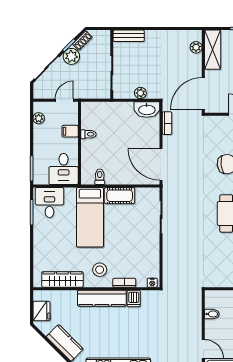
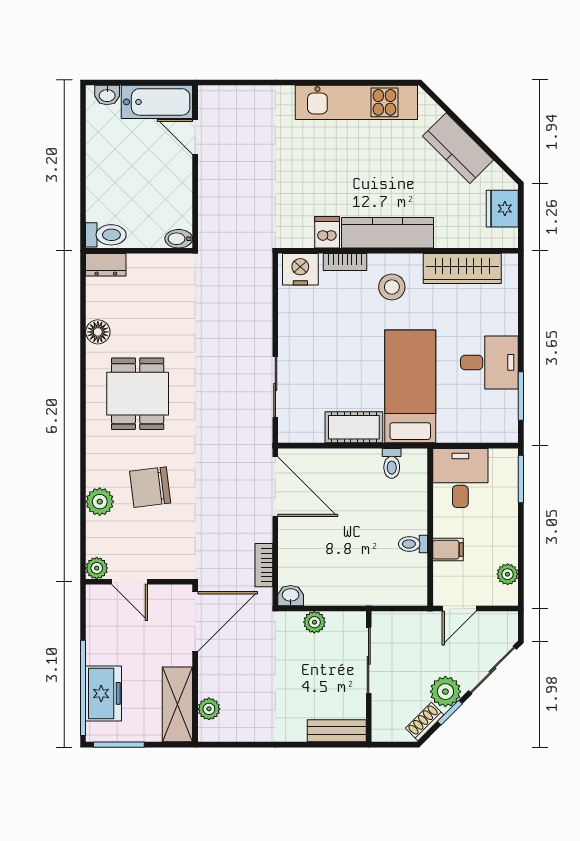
washbasin: (147, 109) -> (291, 596), width x0.52, depth x0.69
desk: (49, 203) -> (489, 362), moved, turned -90
nightstand: (152, 283) -> (300, 269), width x1.89, depth x1.79
bidet: (212, 314) -> (179, 239), moved

